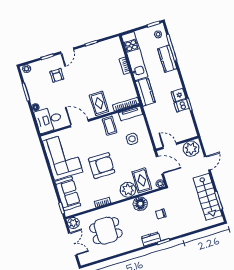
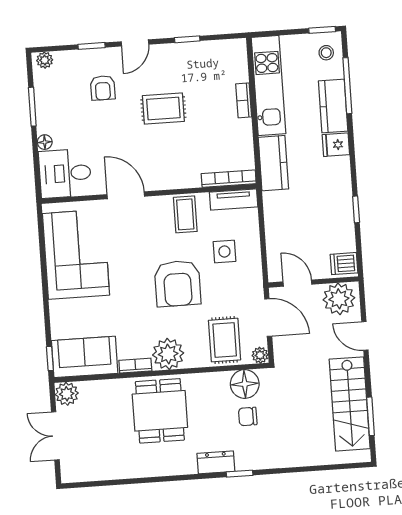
fridge: (178, 95) -> (336, 145), moved
rug: (99, 103) -> (163, 109), moved, turned 90
dishwasher: (182, 106) -> (344, 264), moved
door: (207, 163) -> (365, 336), swing flipped
armchair: (102, 166) -> (178, 283), moved, turned 90
plant: (128, 190) -> (168, 354), moved
sofa: (68, 194) -> (85, 357), moved, turned -90
floor lamp: (140, 204) -> (245, 384), moved
dining table: (106, 231) -> (160, 411), moved, turned 90
double door: (73, 244) -> (55, 436), swing flipped

